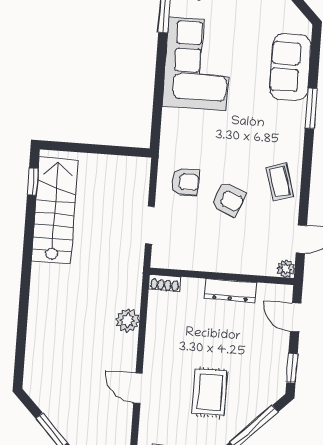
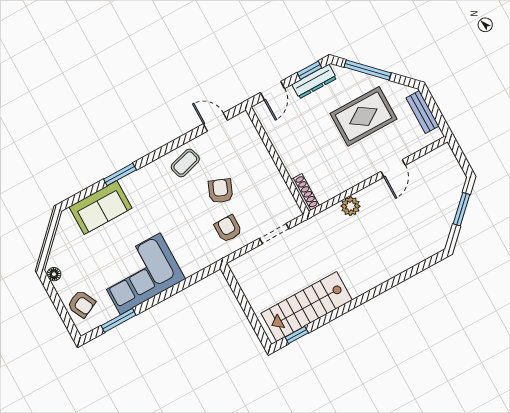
plant: (286, 269) -> (243, 120), removed
shoe rack: (165, 283) -> (305, 193), width x1.43
dresser: (230, 290) -> (314, 81), moved, turned 90
rug: (210, 392) -> (363, 116), width x1.36, depth x1.43

